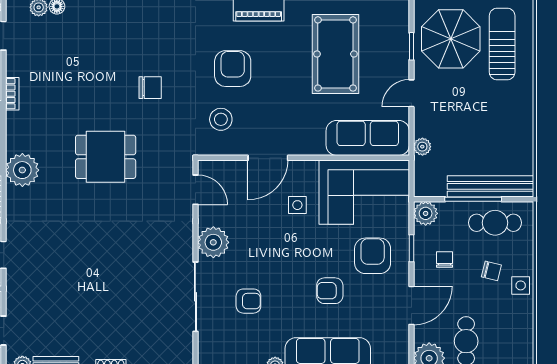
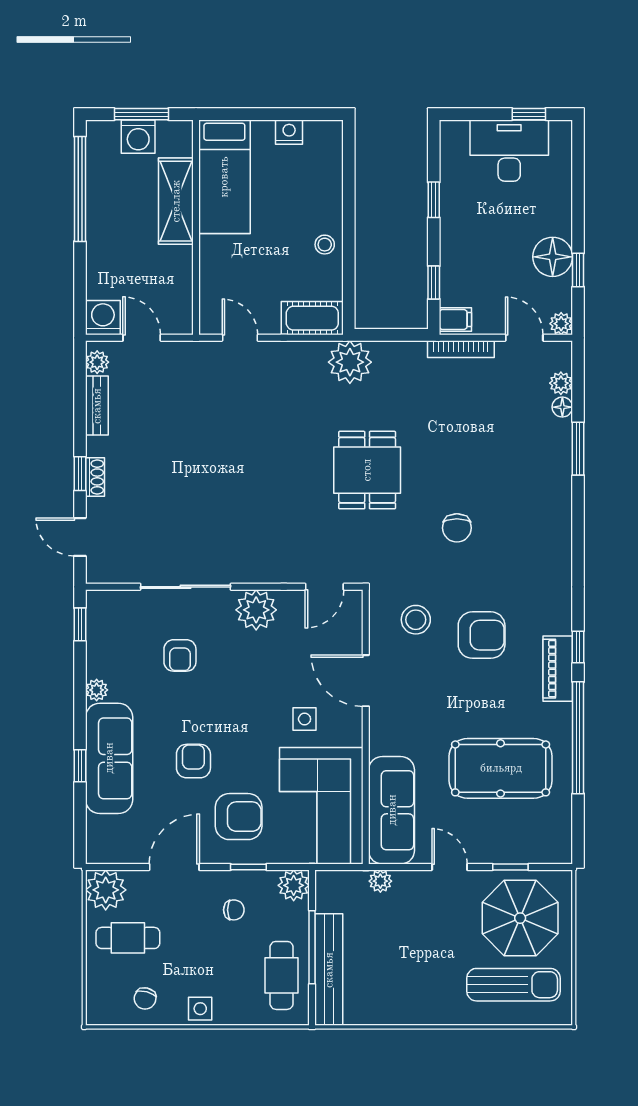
bookcase: (12, 94) -> (461, 349), width x1.56
chair: (491, 271) -> (145, 998), moved
door: (411, 305) -> (174, 867), swing flipped

